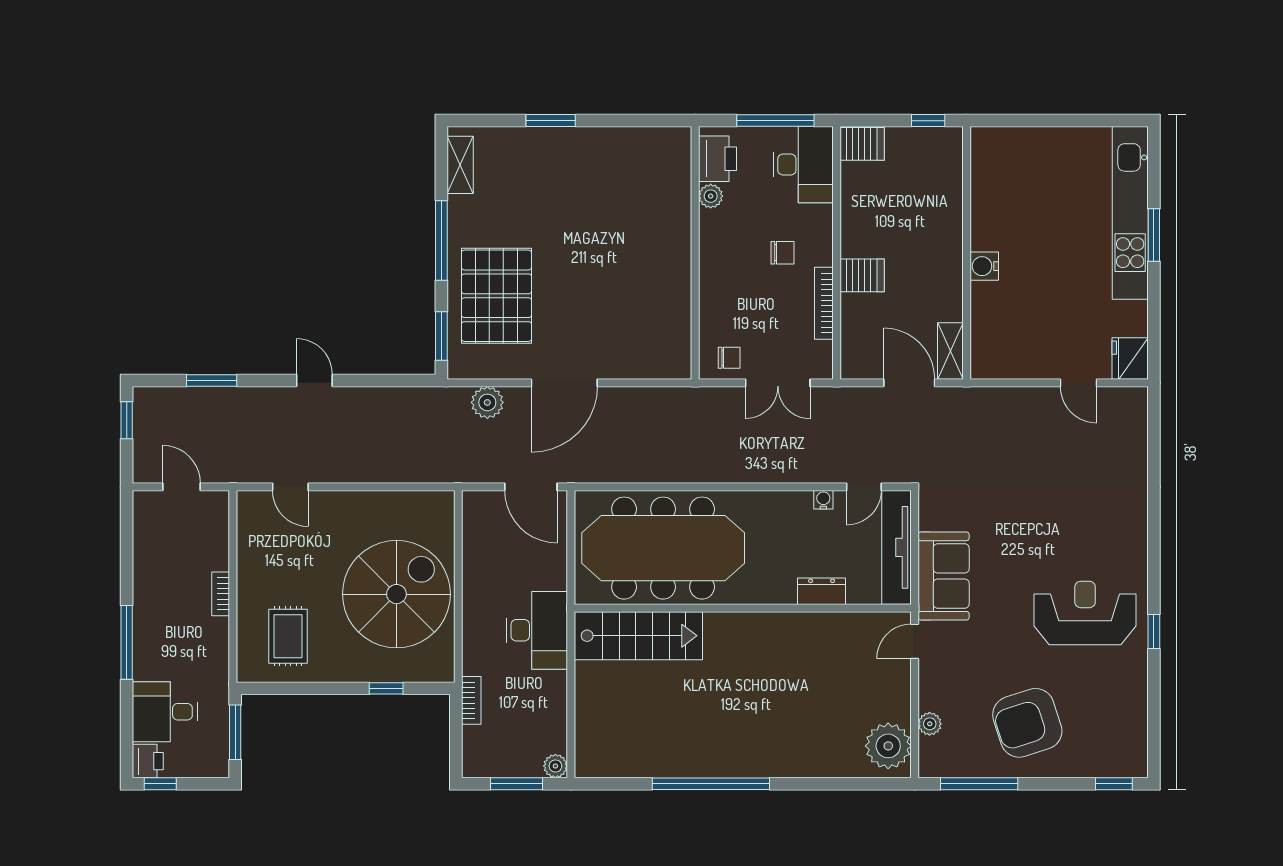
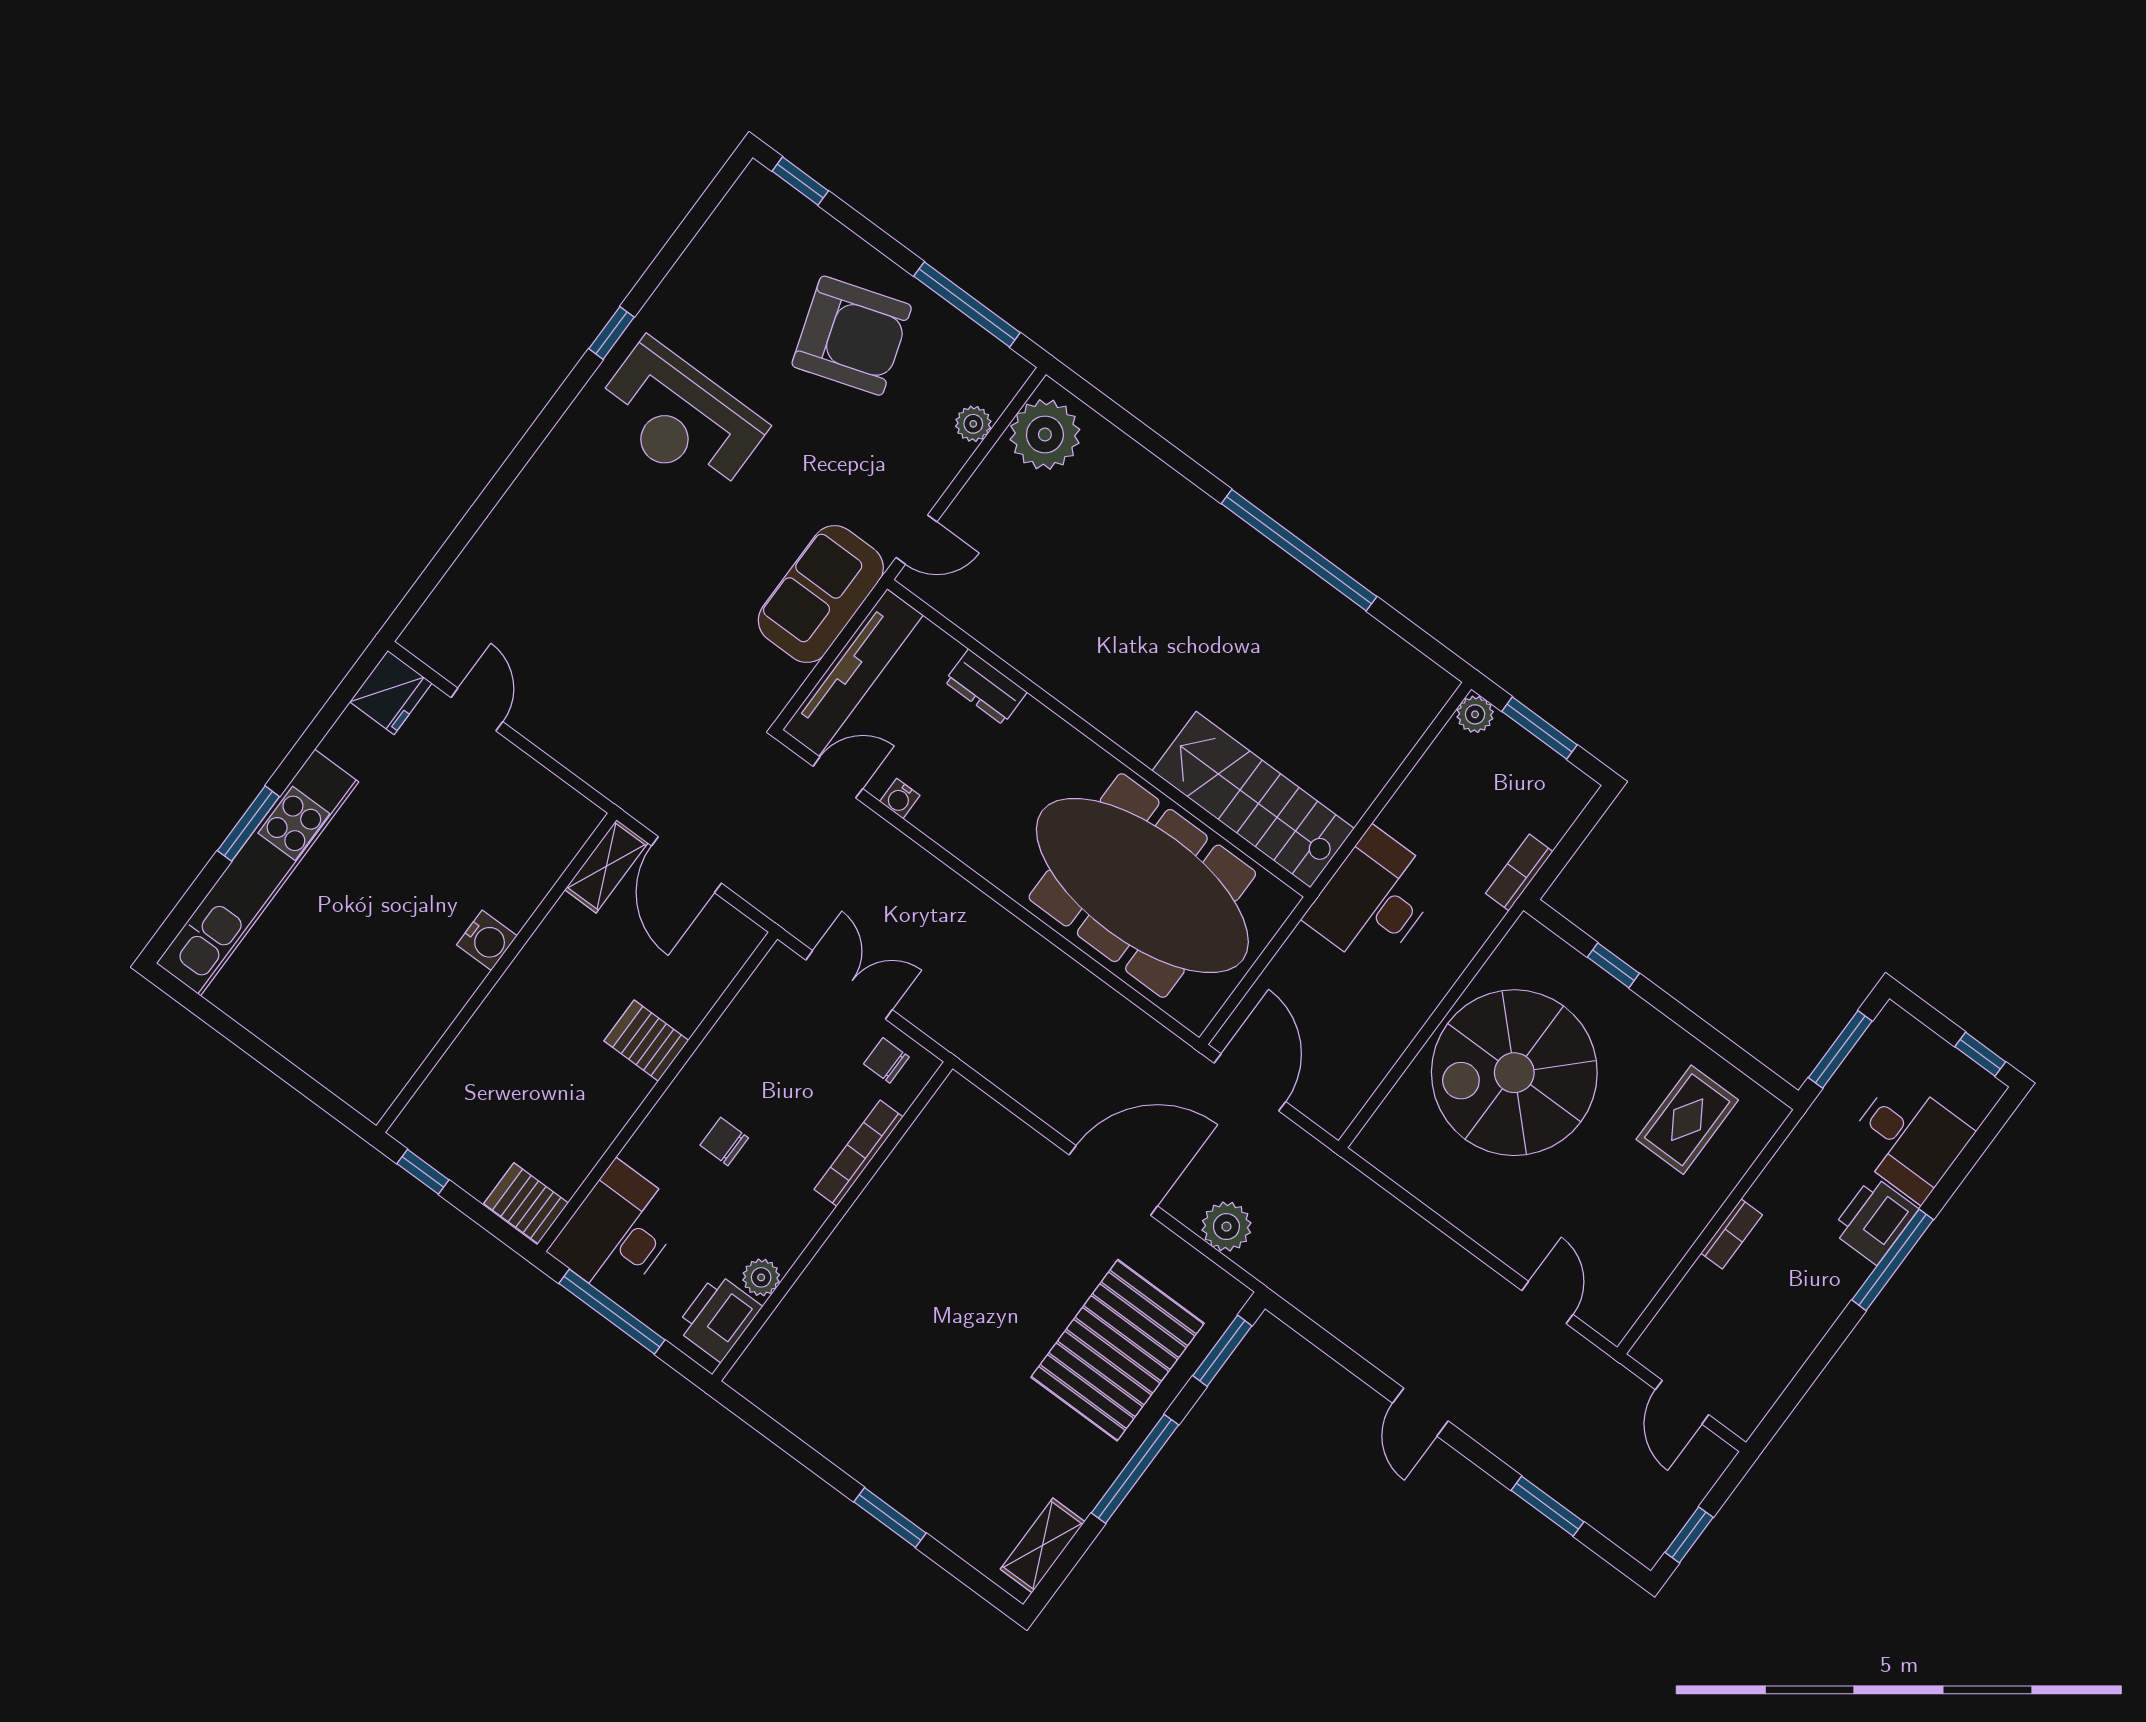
bookcase: (824, 303) -> (859, 1153), moved, turned 180
printer: (148, 761) -> (1875, 1220), moved, width x1.36, depth x1.24

